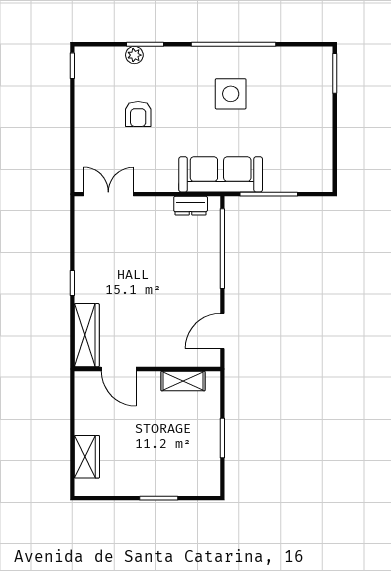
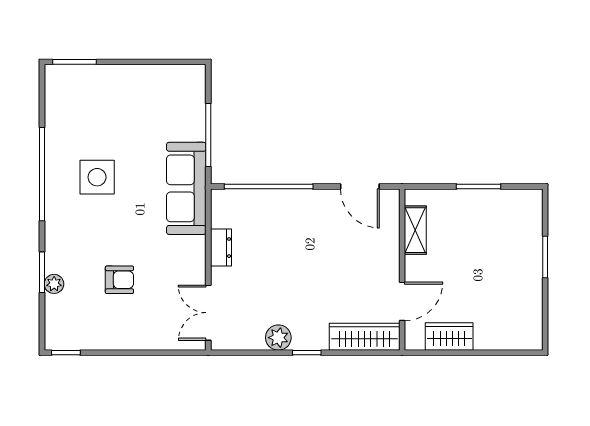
dresser: (191, 206) -> (221, 248), moved
plant: (86, 257) -> (278, 338), added
wardrobe: (87, 457) -> (449, 337), moved

